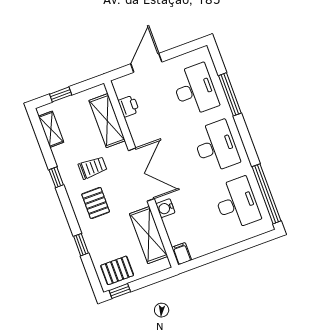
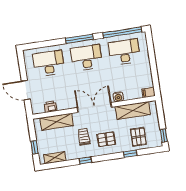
window: (230, 94) -> (79, 39), moved
pallet: (117, 270) -> (138, 137), moved

